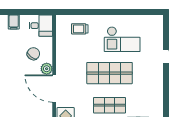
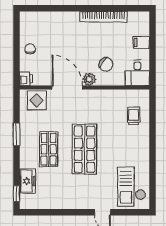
checkout: (122, 39) -> (132, 187), moved
door: (54, 89) -> (67, 88), hinge flipped

